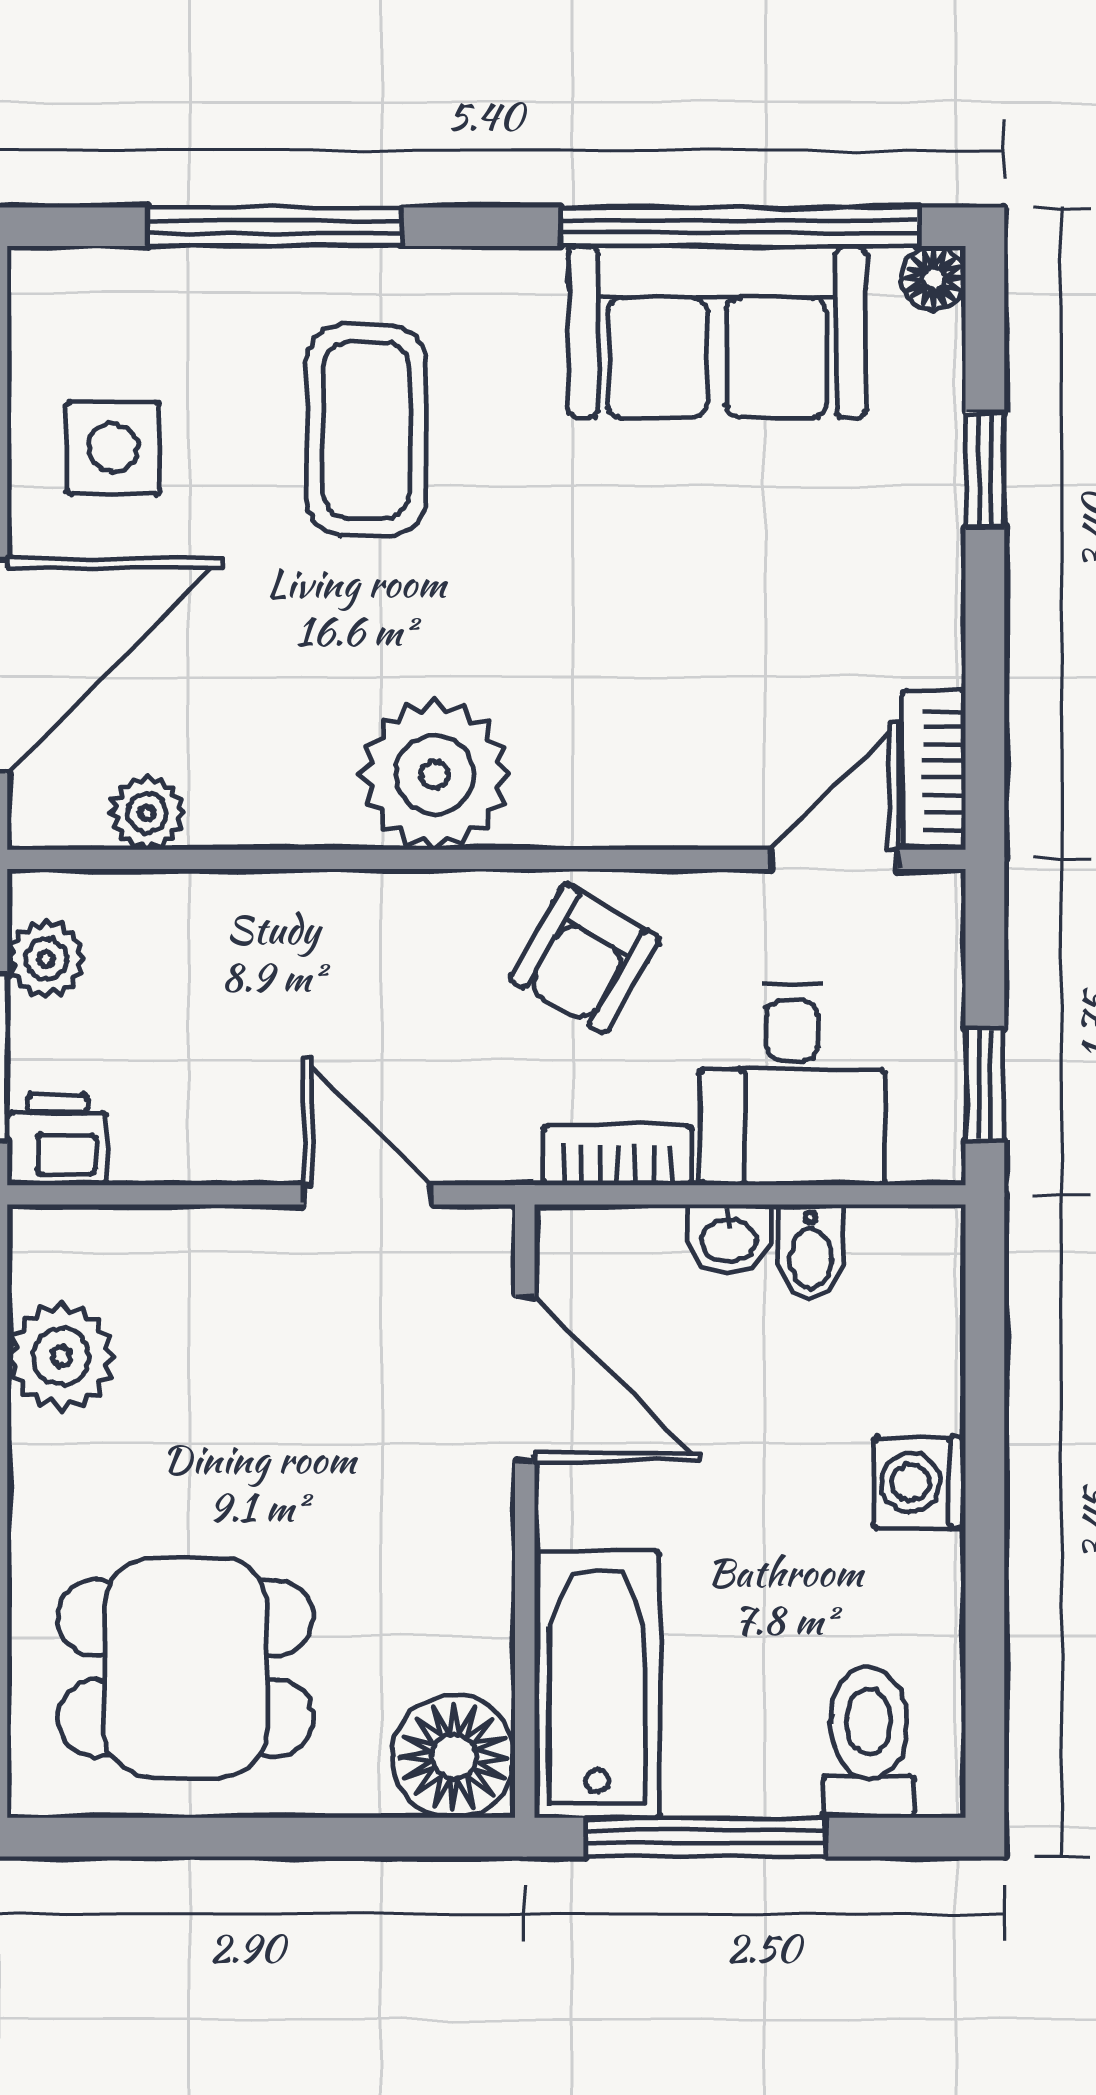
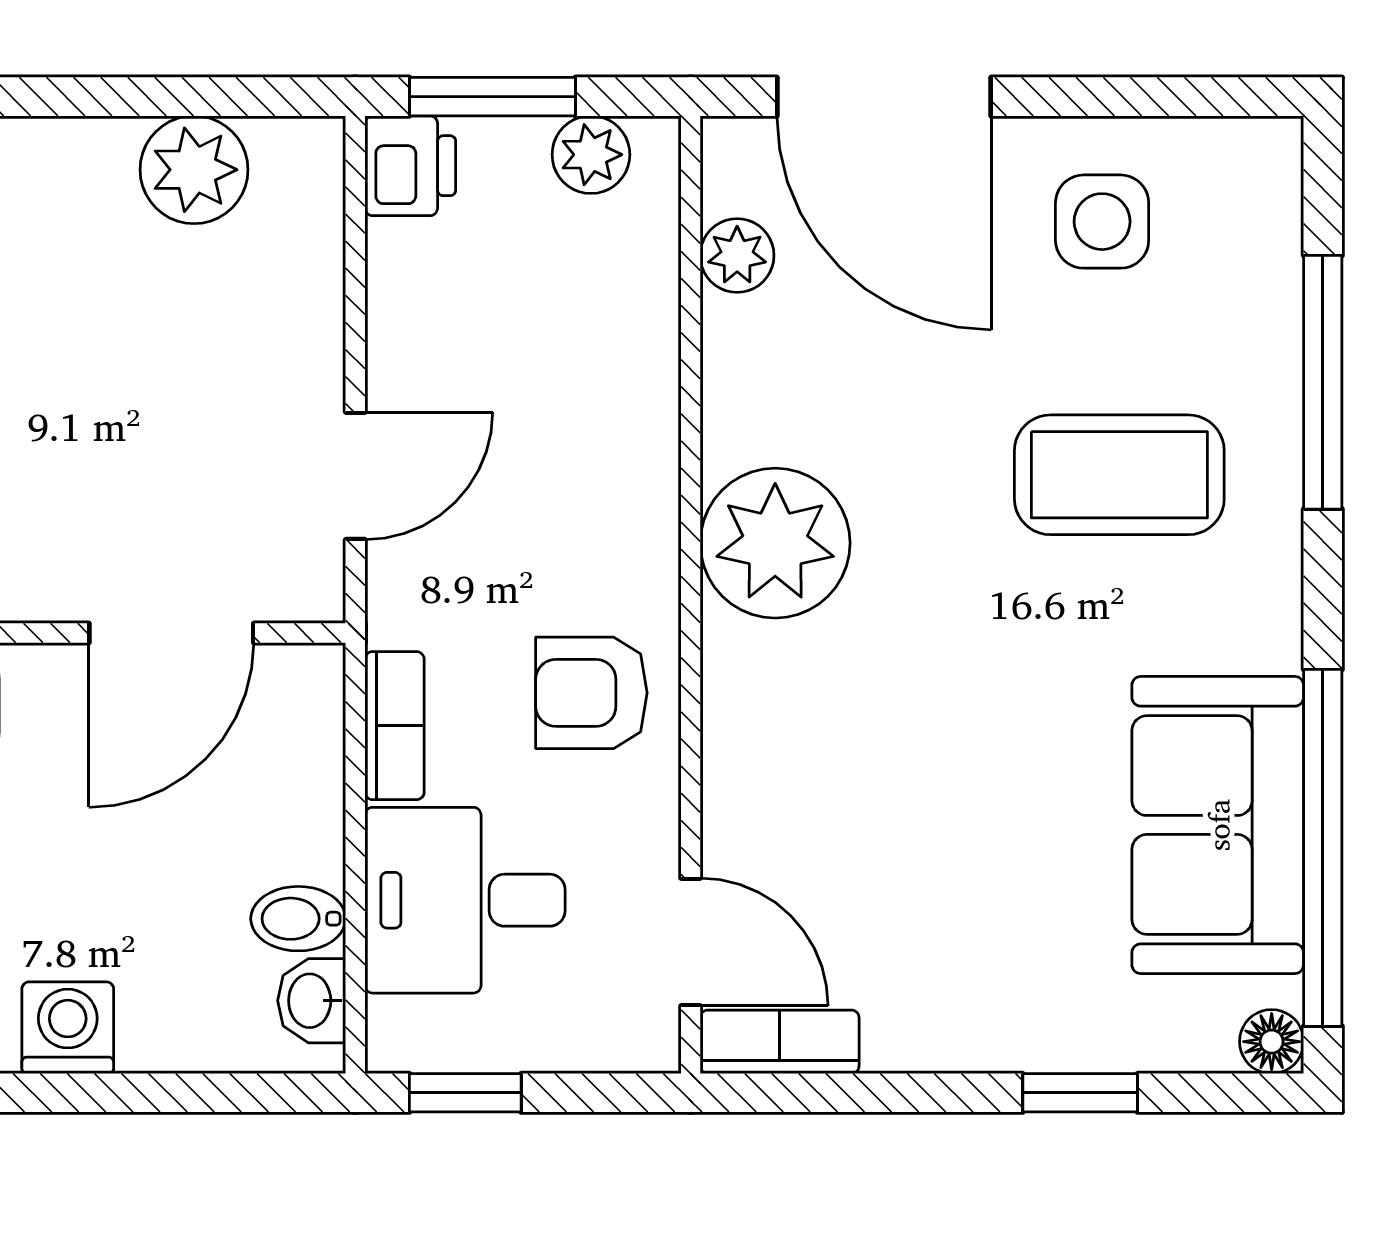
armchair: (585, 959) -> (591, 693), turned -30
washbasin: (729, 1239) -> (312, 1001), moved

